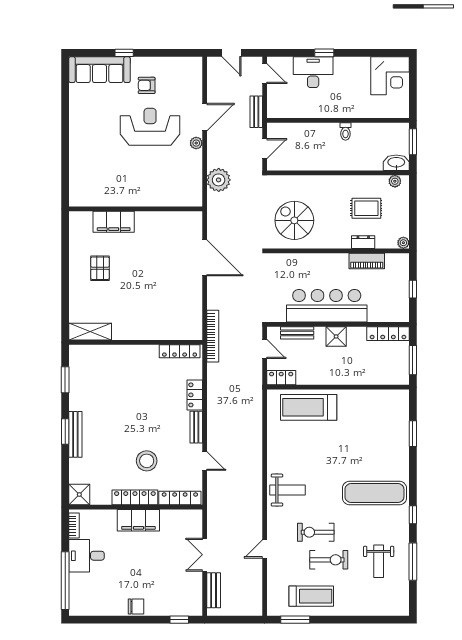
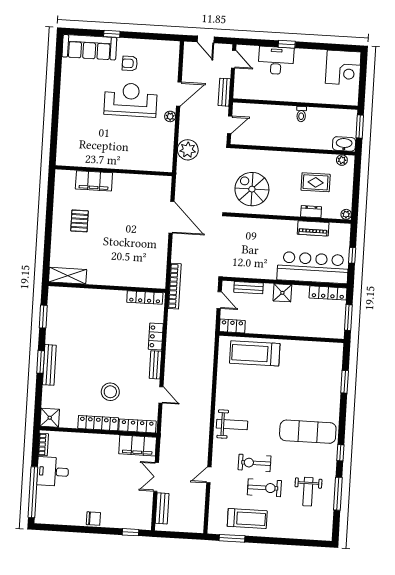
bar counter: (327, 306) -> (313, 268), moved
filing cabinet: (138, 520) -> (138, 446), moved

